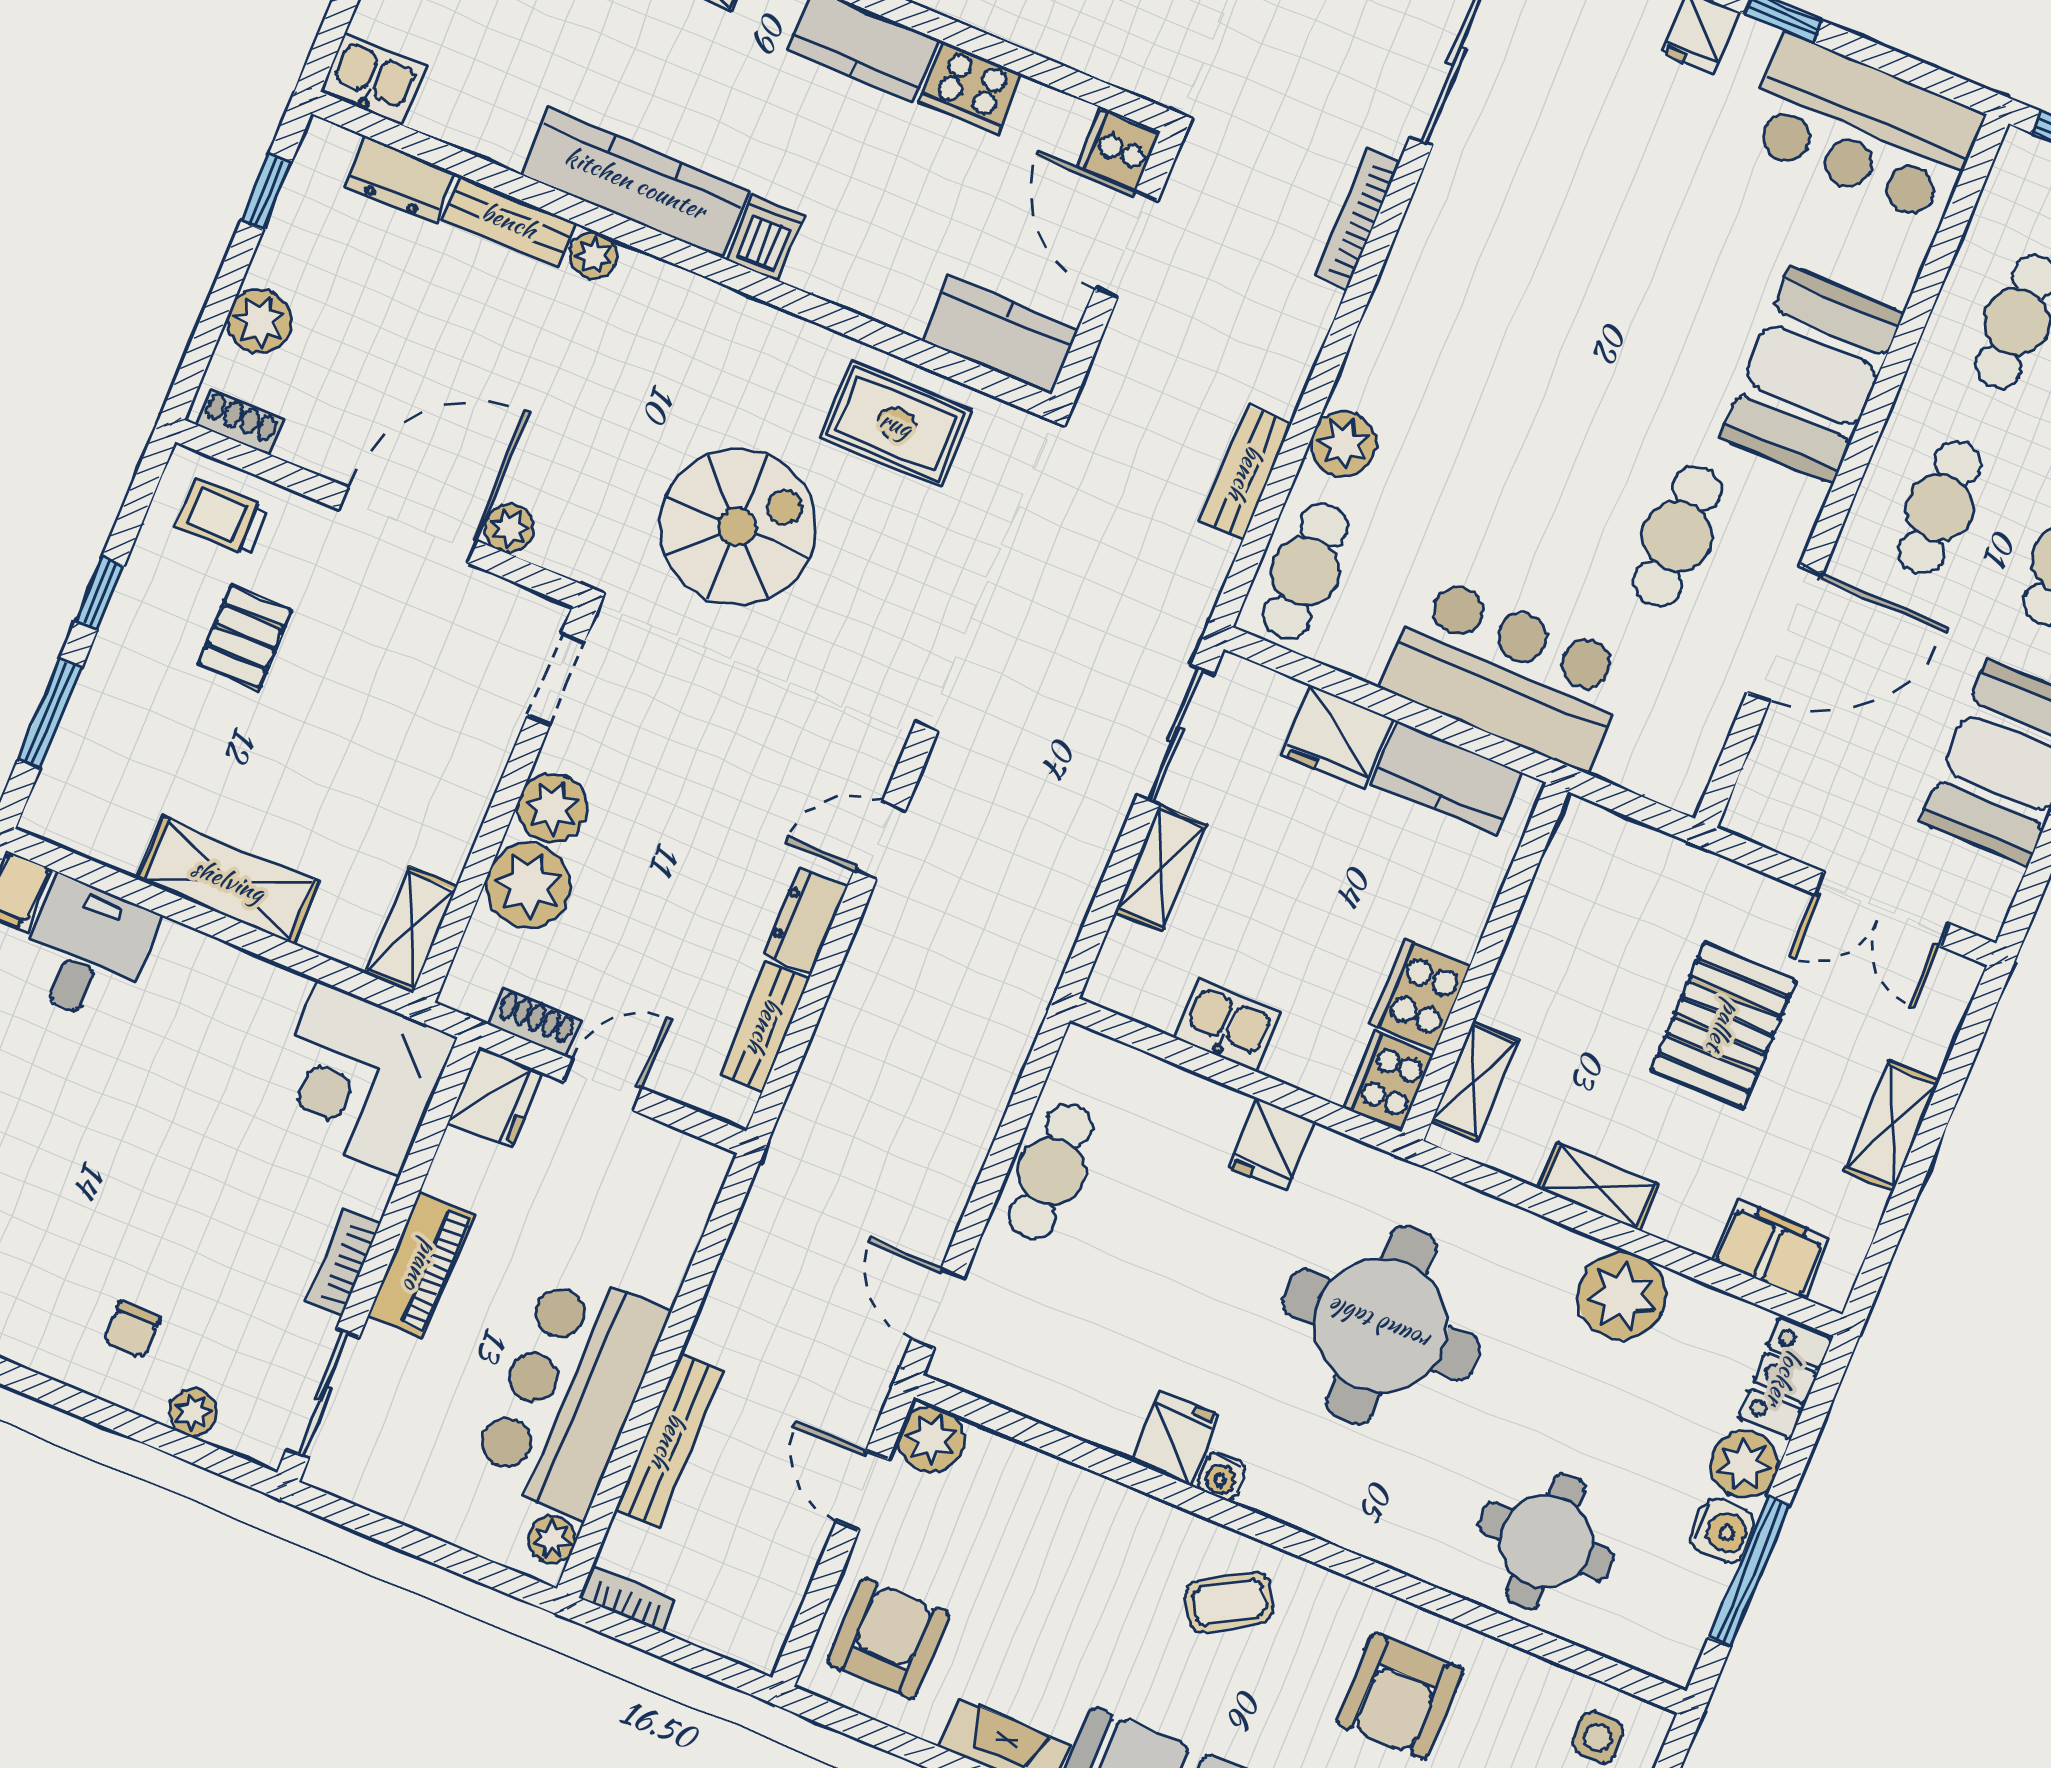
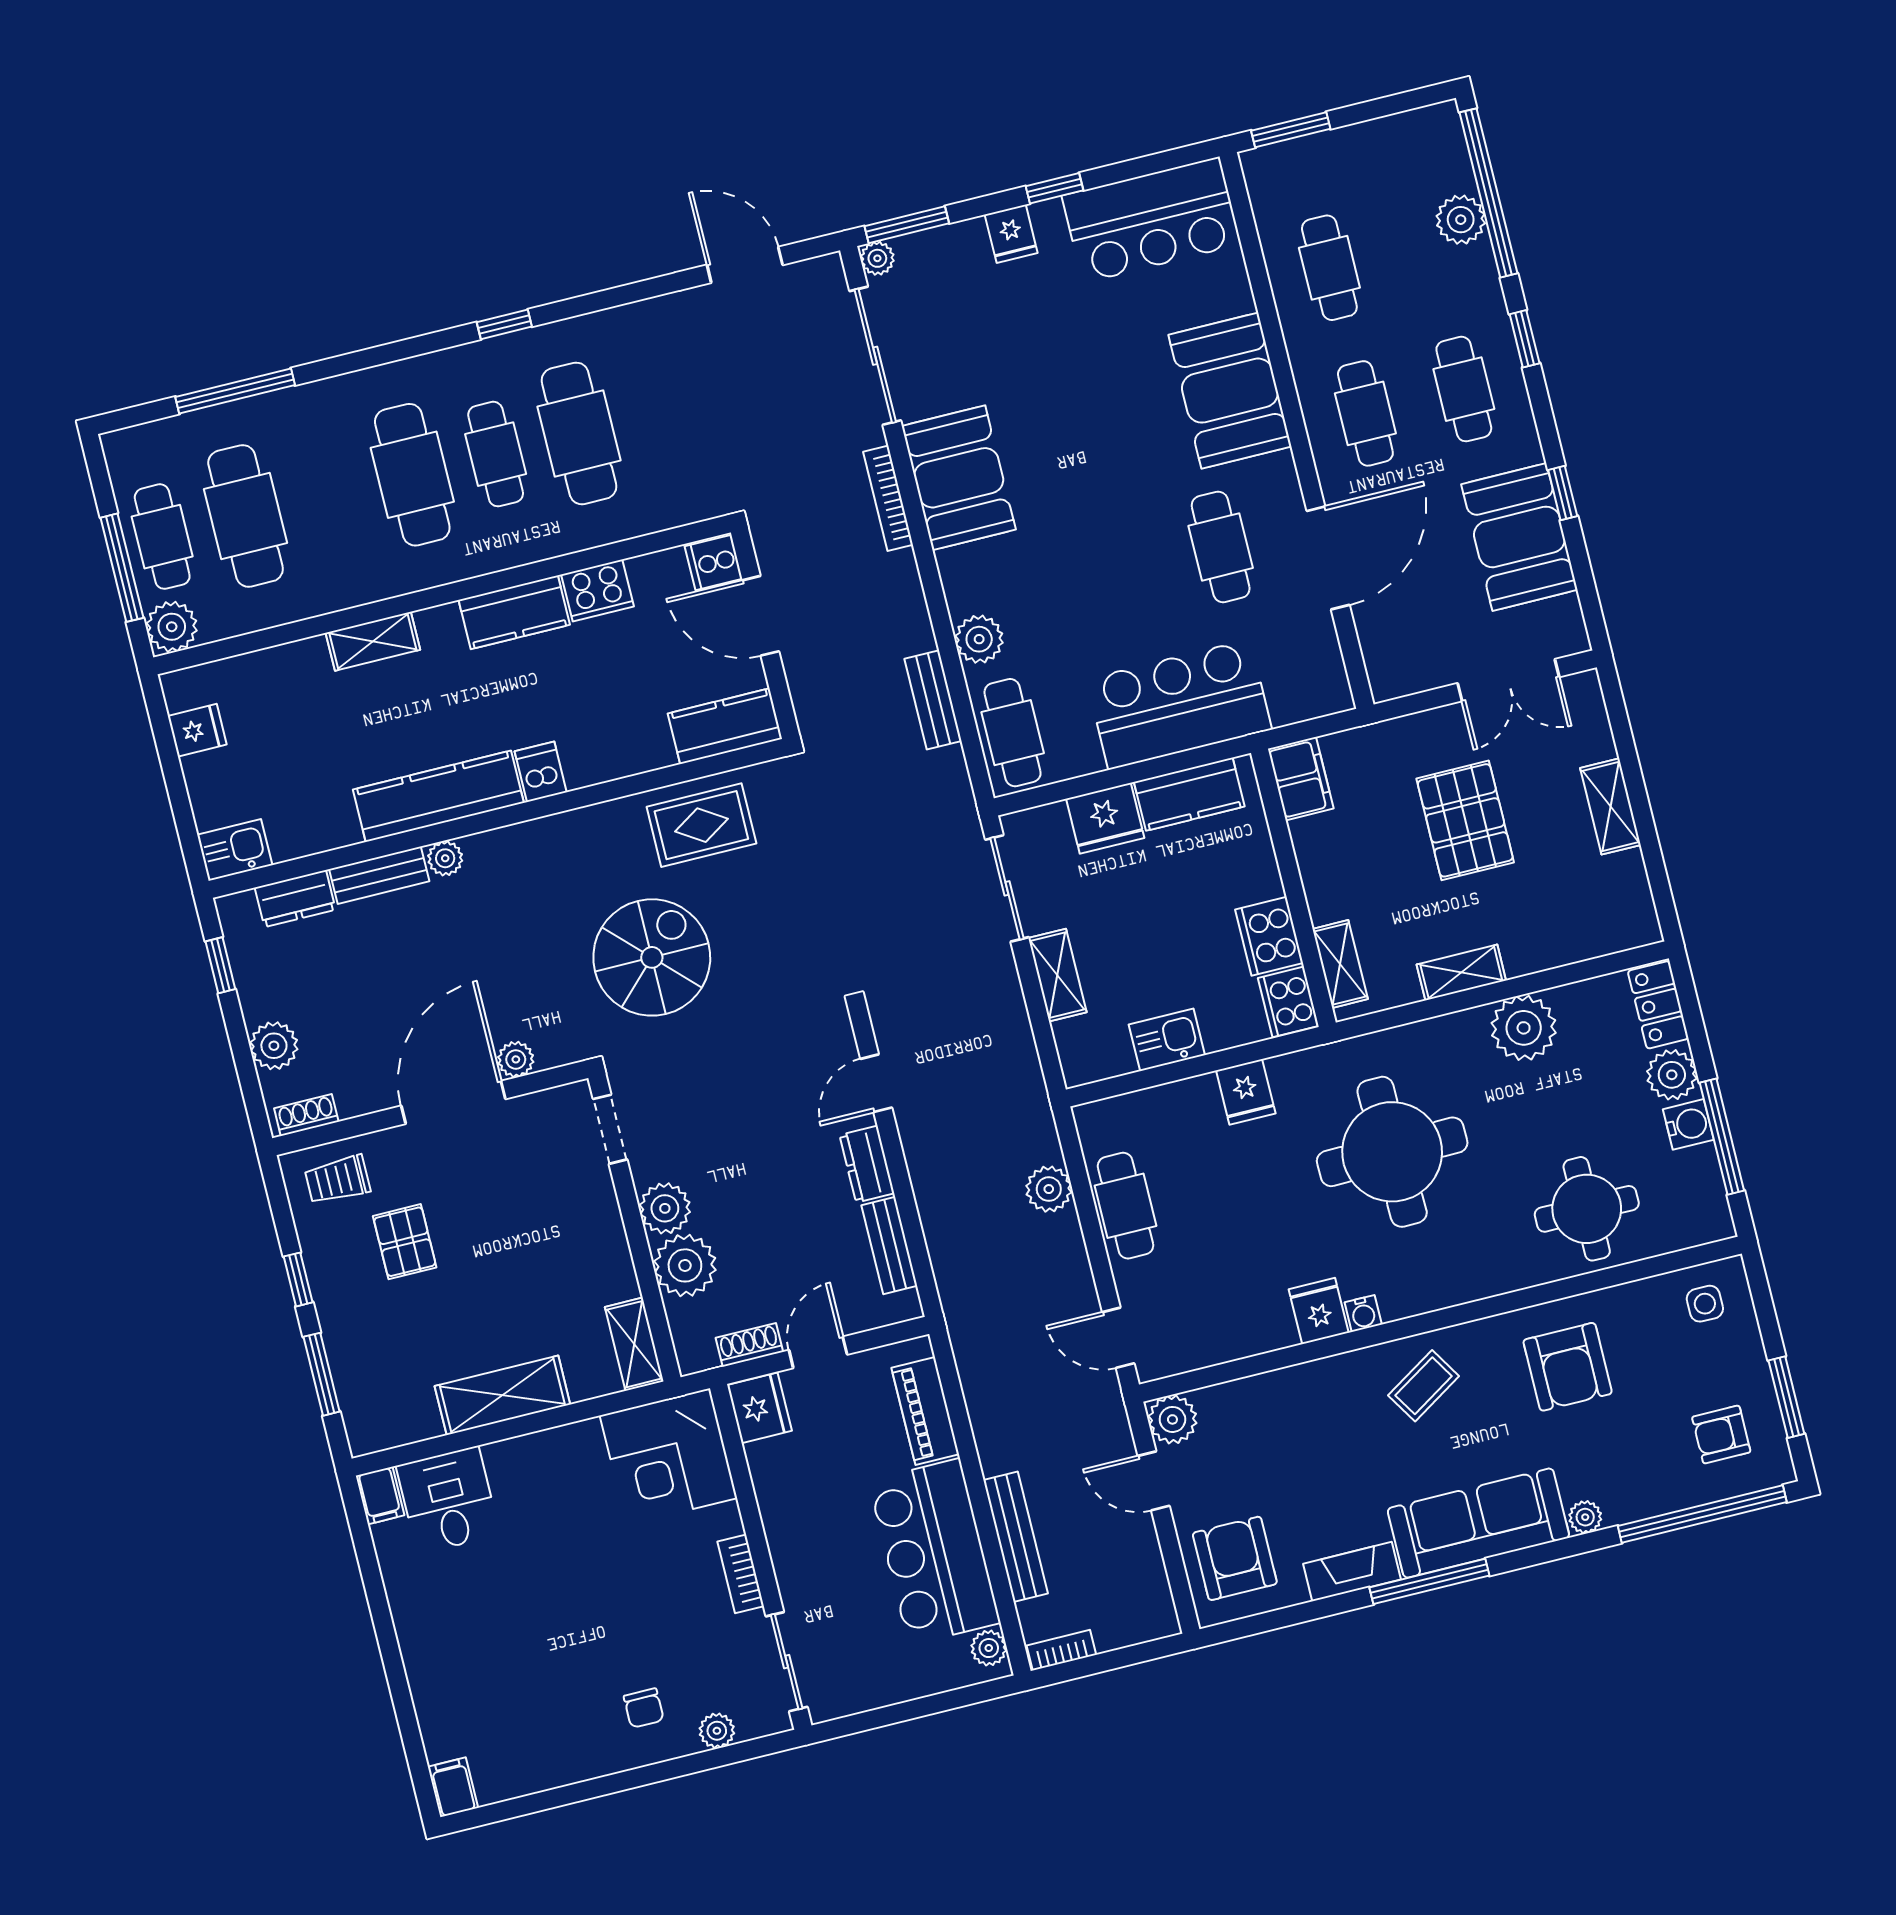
booth: (1450, 253) -> (959, 478), added
plant: (981, 1092) -> (1049, 1189), added
filing cabinet: (1771, 1249) -> (1301, 779), moved, turned 90
piano: (421, 1265) -> (925, 1411), moved, turned 180

